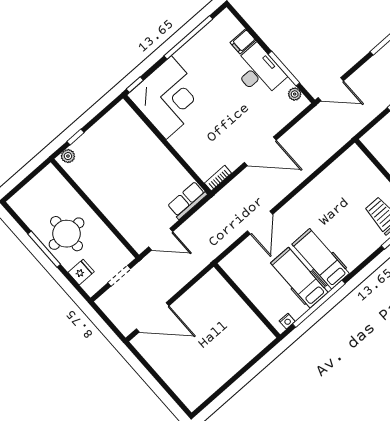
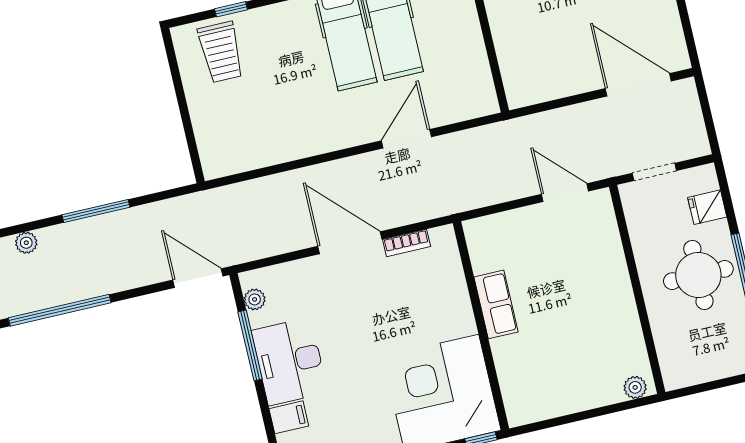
window: (75, 137) -> (609, 409), removed
bookcase: (218, 178) -> (407, 243), moved
row of seats: (187, 200) -> (496, 304), moved, turned -90

